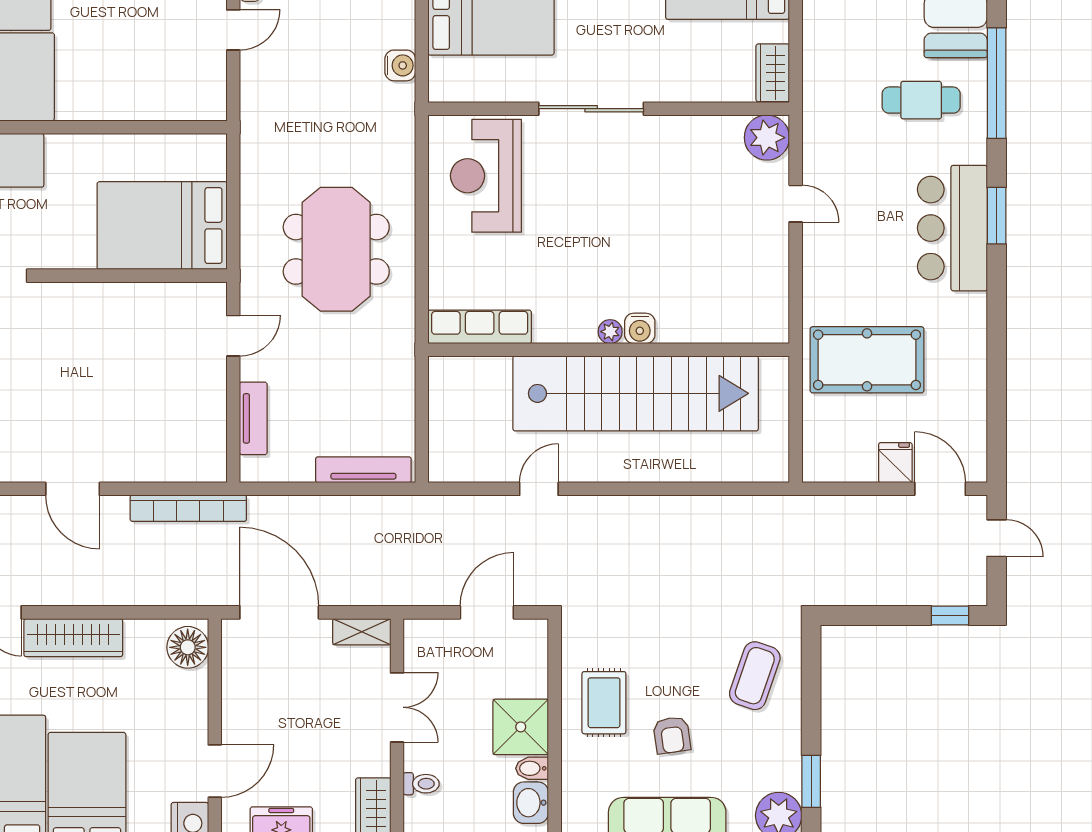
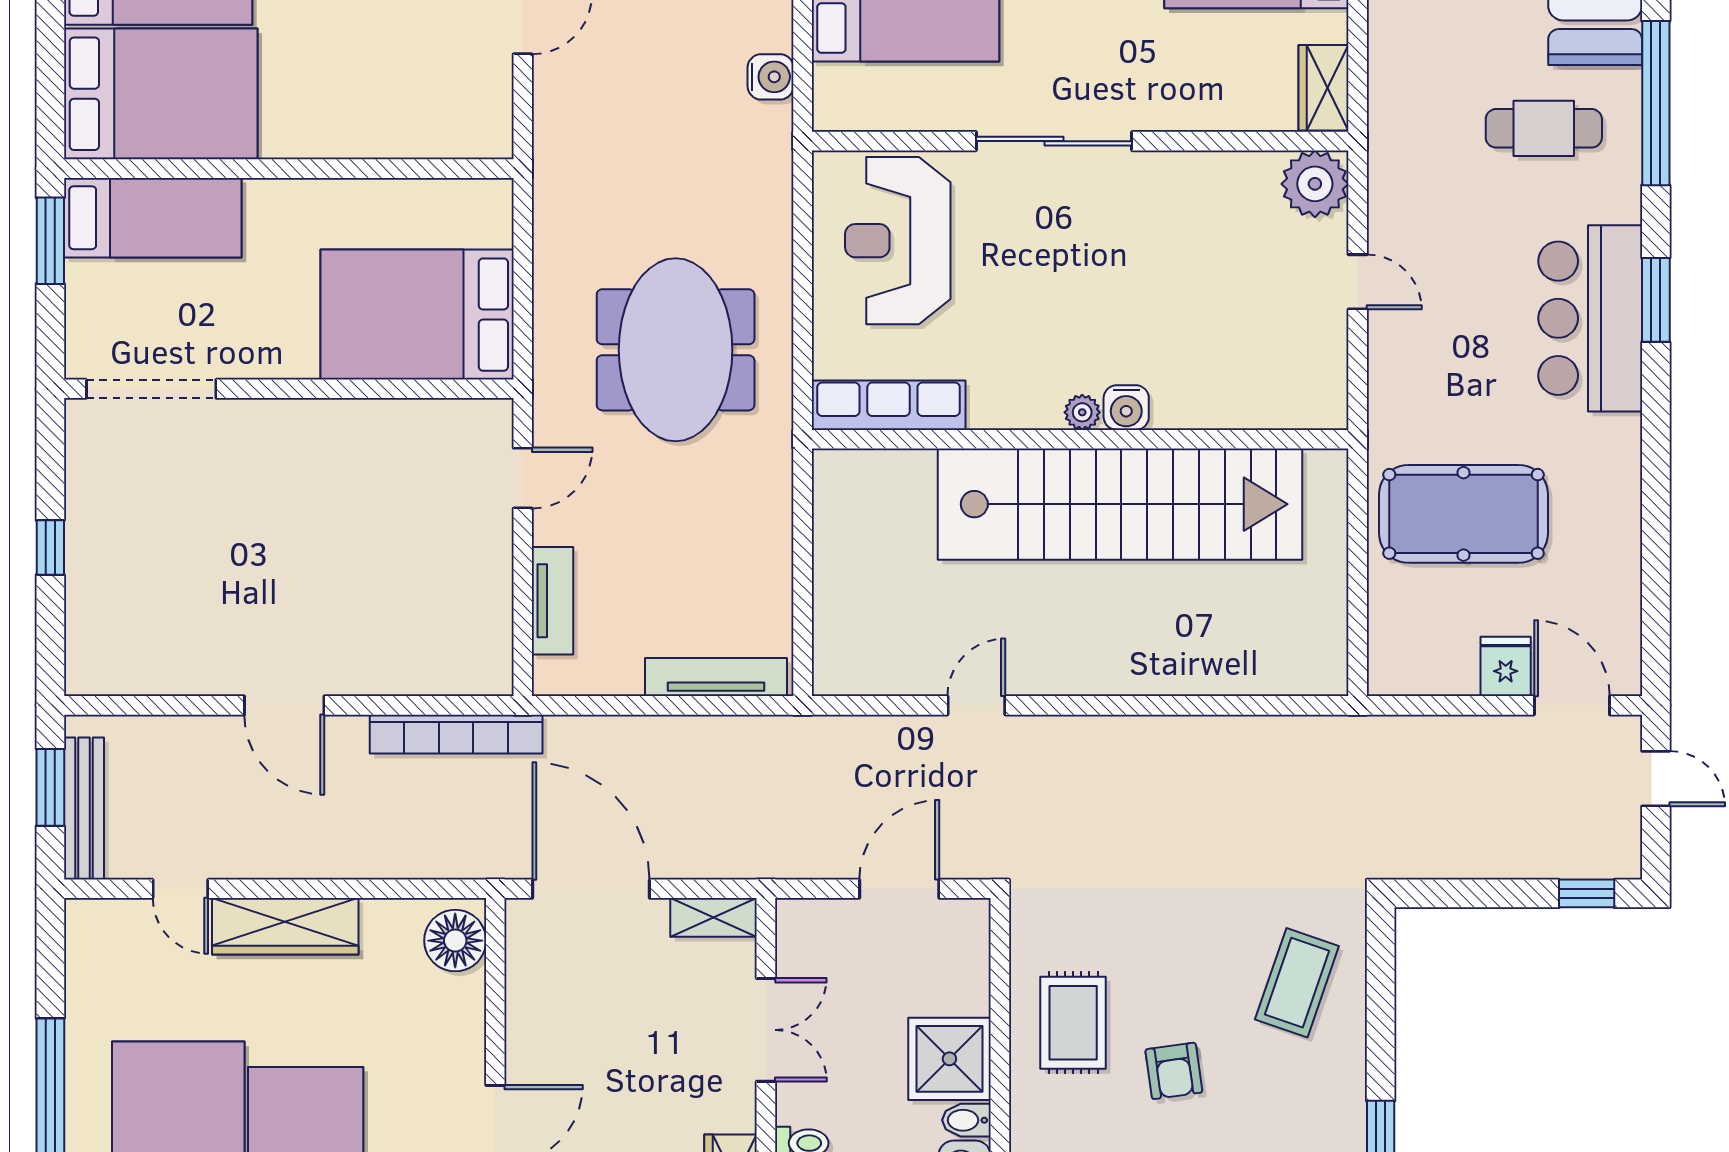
row of seats: (480, 327) -> (889, 405), moved
water cooler: (640, 328) -> (1126, 408), moved
plant: (610, 332) -> (1082, 412), moved
wall: (609, 350) -> (1080, 439), moved
stairs: (636, 393) -> (1120, 504), moved

